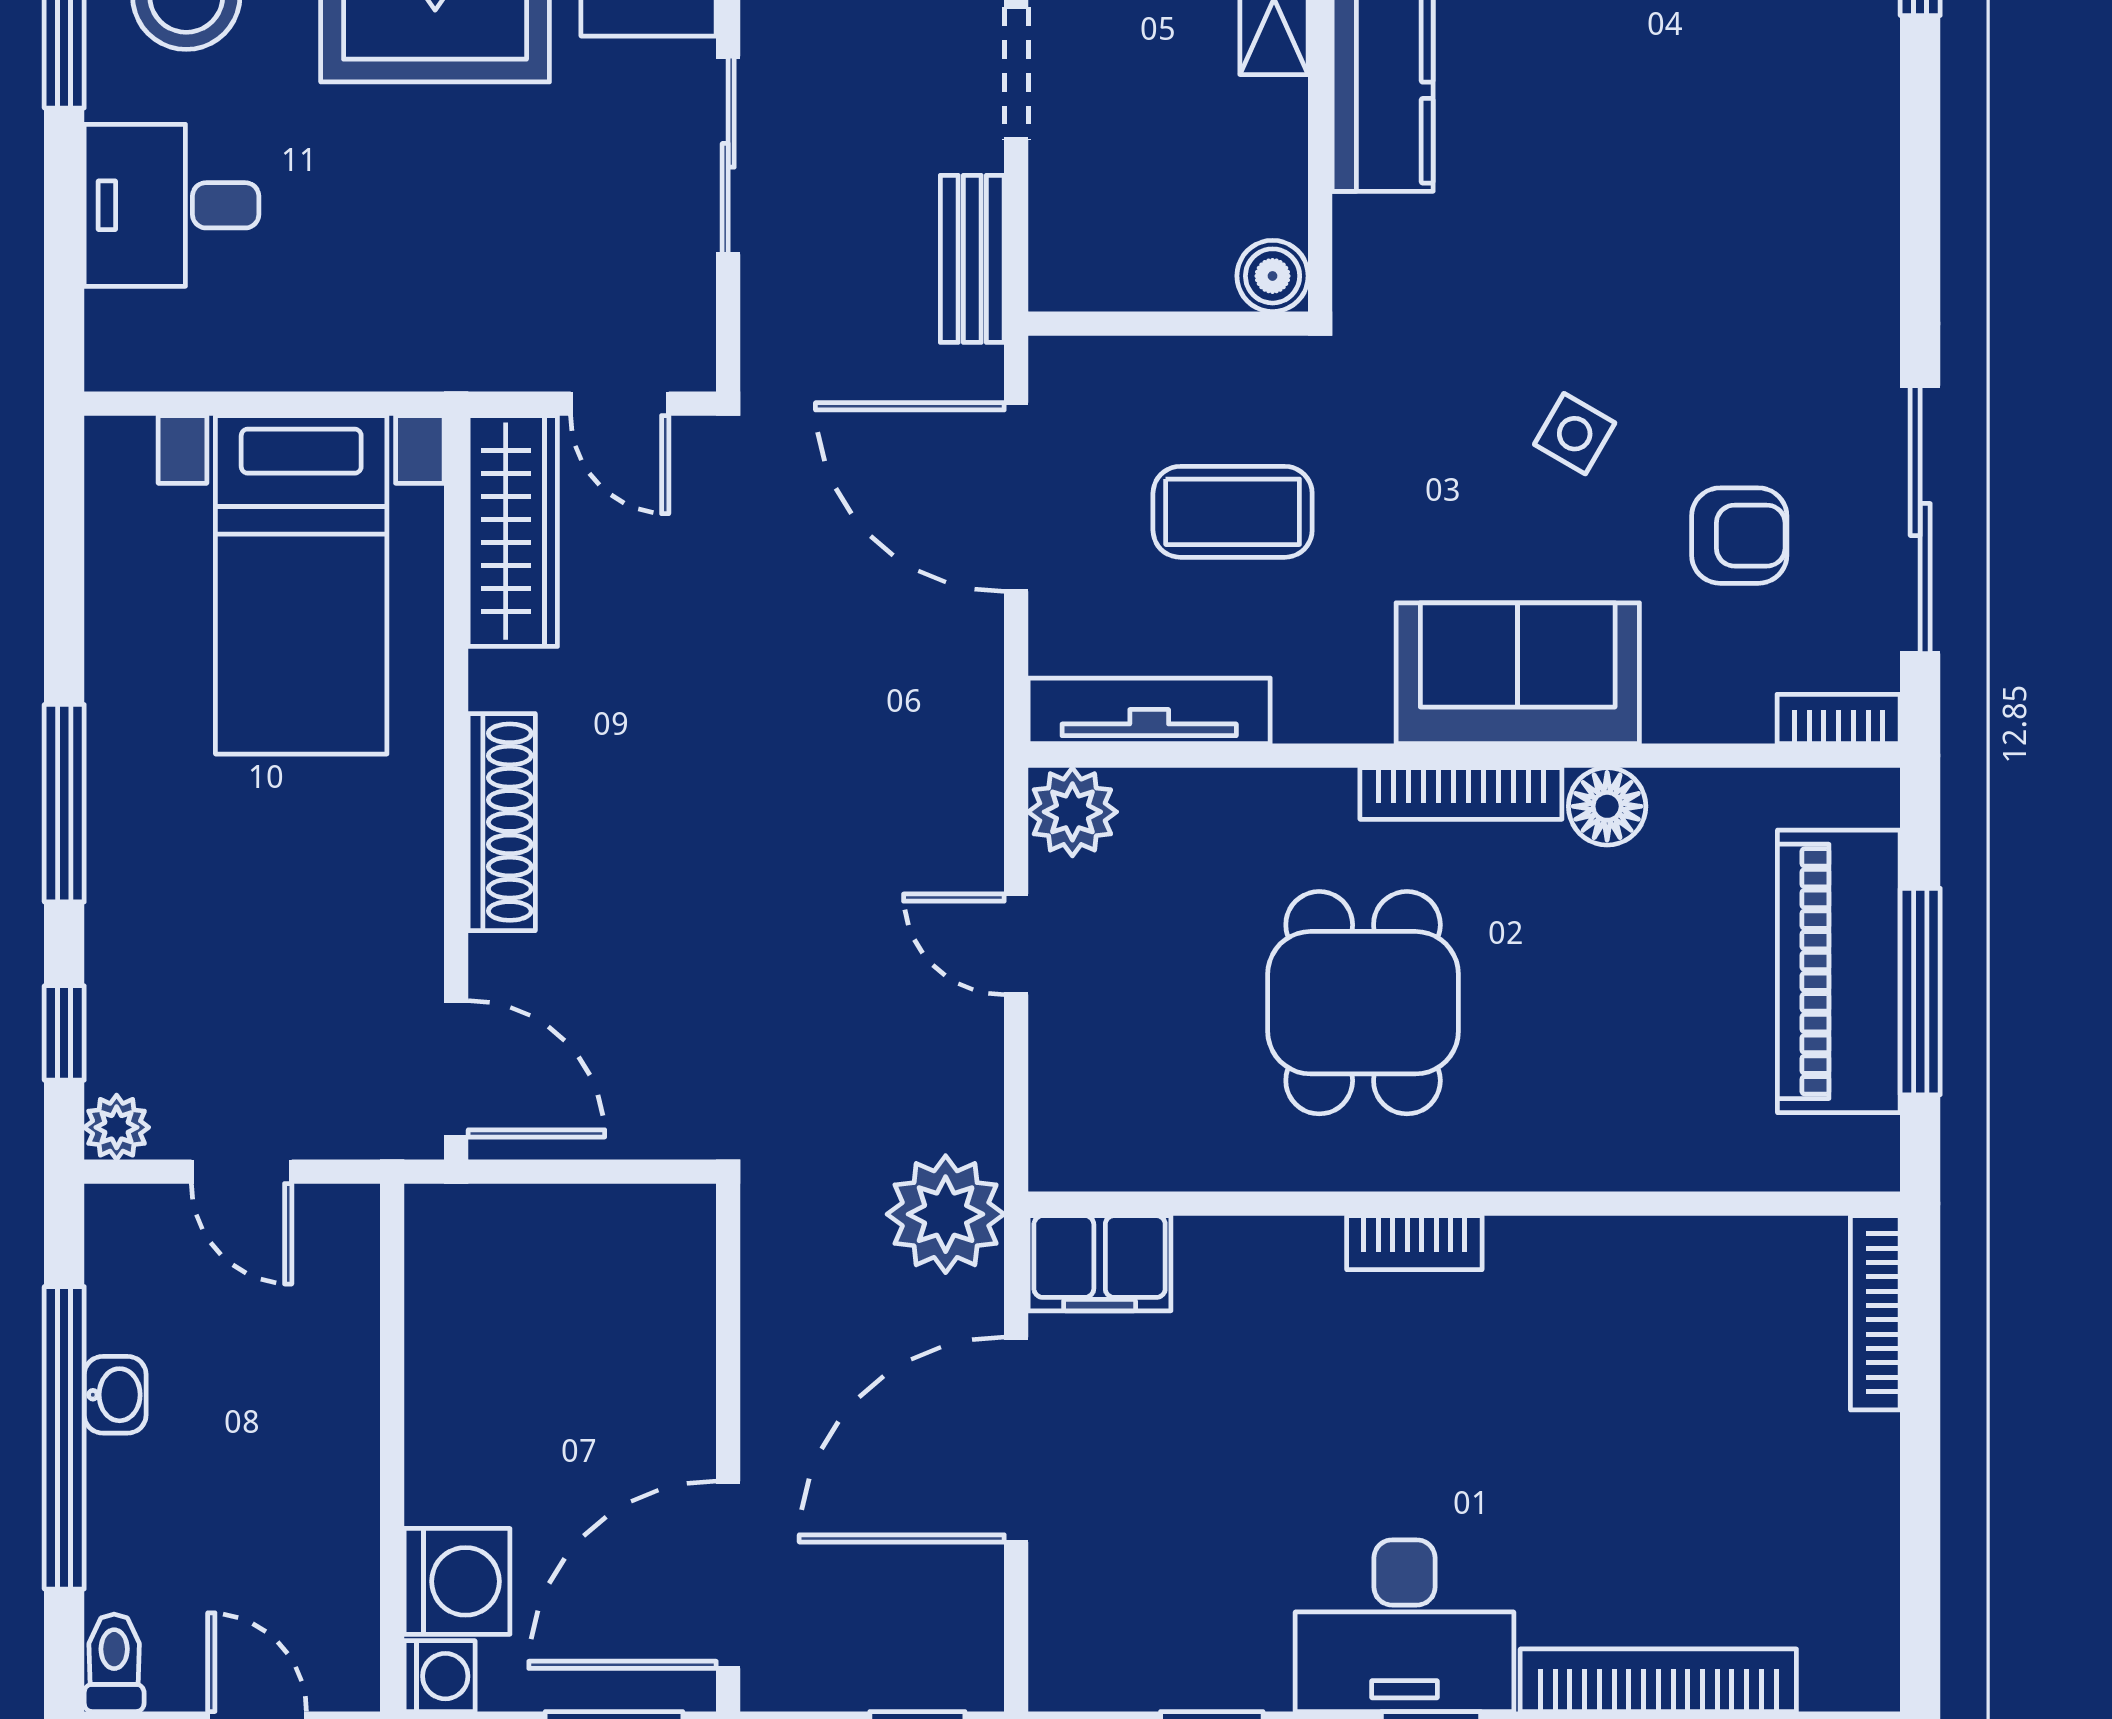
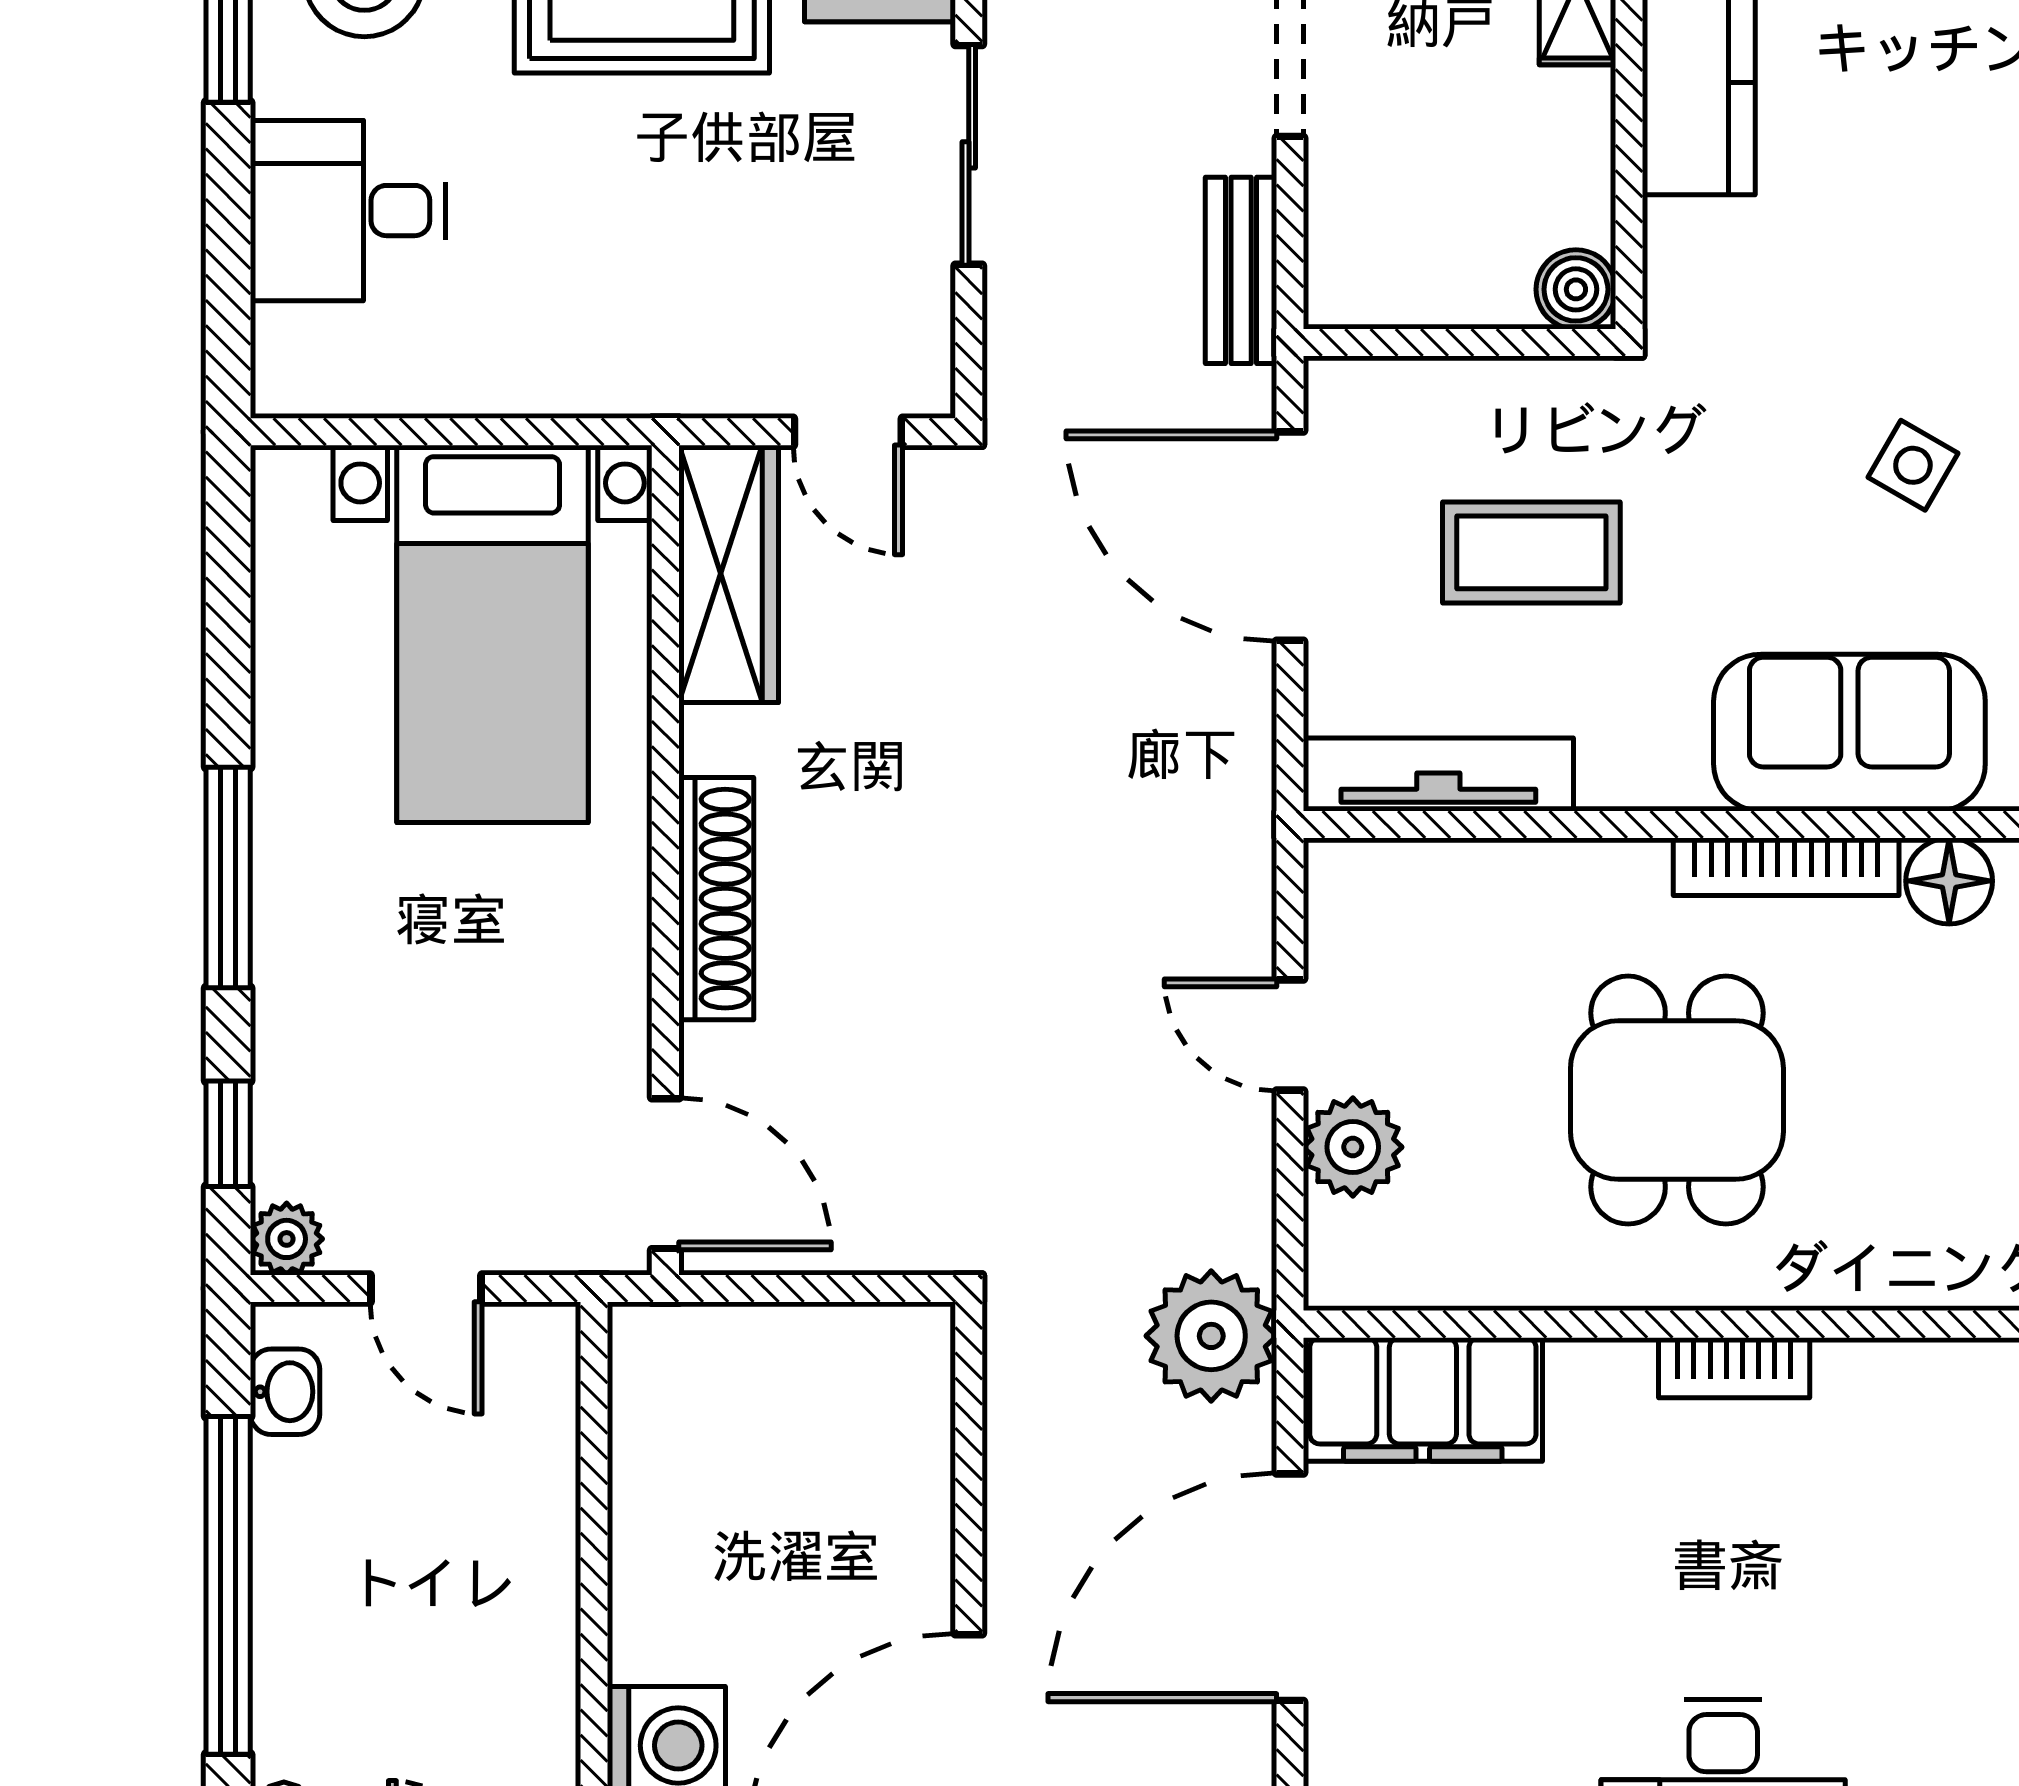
plant: (1072, 812) -> (1353, 1147), moved
filing cabinet: (1100, 1263) -> (1423, 1399), width x1.50, depth x1.17
washbasin: (115, 1395) -> (285, 1392), moved

